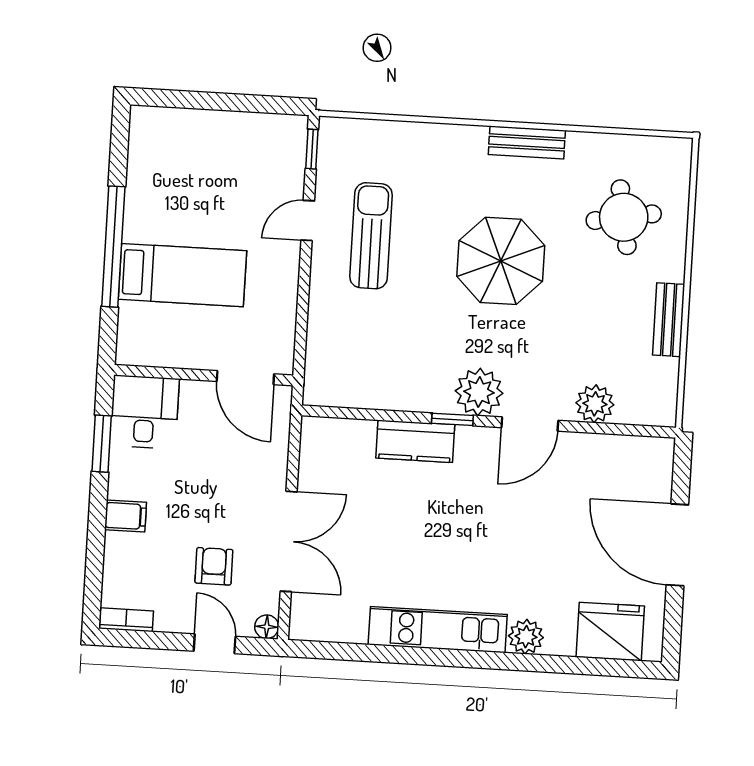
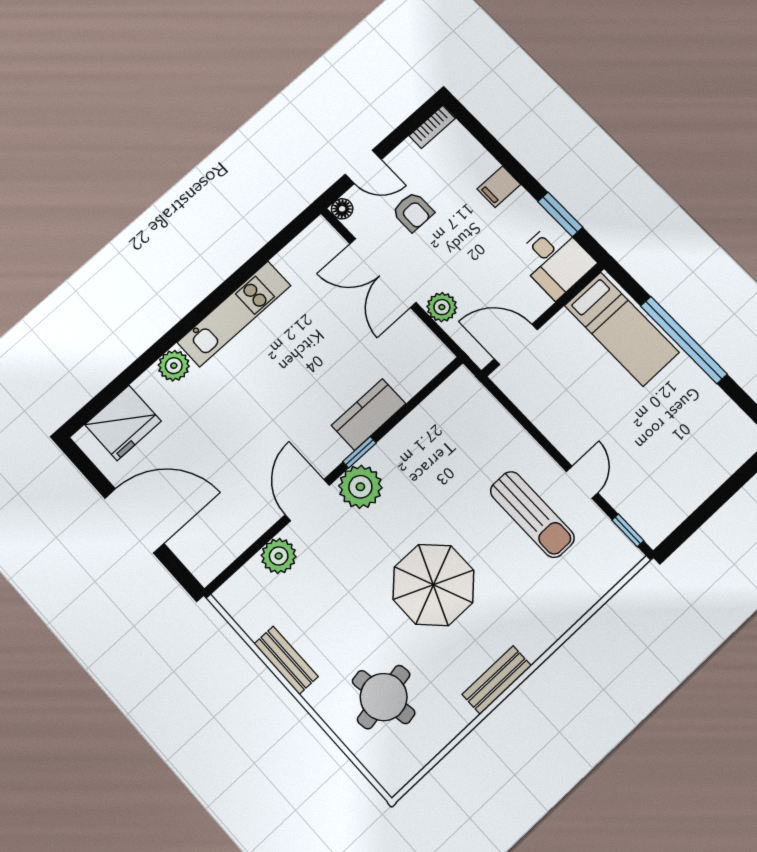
bed: (182, 275) -> (622, 329), moved, turned -90
plant: (271, 466) -> (442, 307), added

